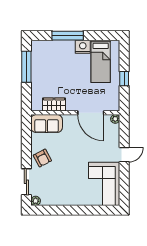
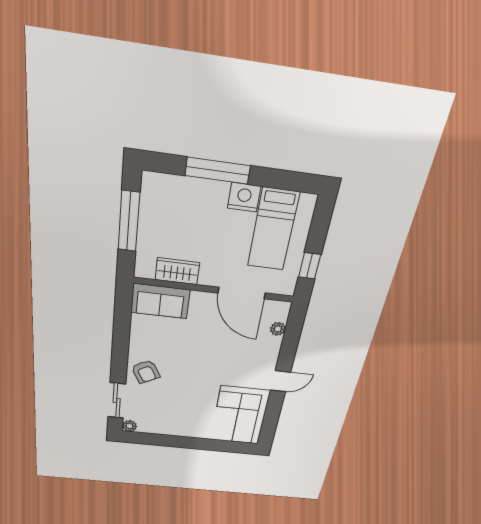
wardrobe: (54, 104) -> (177, 271), moved
wall: (75, 113) -> (214, 290), moved
door: (91, 113) -> (242, 293), moved
sofa: (47, 124) -> (160, 301), moved

